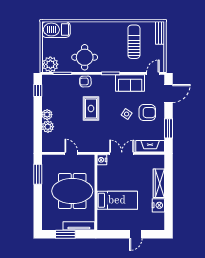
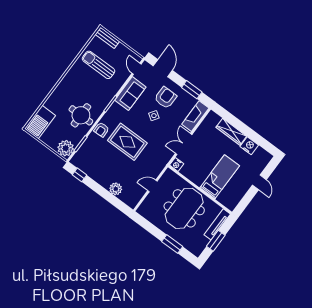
rug: (91, 109) -> (127, 142), width x1.36, depth x1.43
plant: (47, 115) -> (105, 182), removed
window: (38, 174) -> (172, 244), moved

